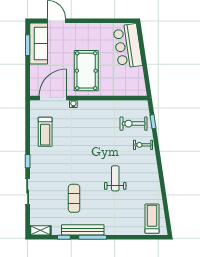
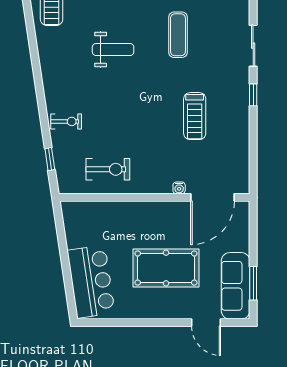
pool table: (86, 71) -> (166, 268), moved, turned 90
exercise bike: (134, 124) -> (108, 169), moved
treadmill: (45, 132) -> (195, 116), moved, turned 180
weight bench: (115, 178) -> (113, 50), moved, turned -90

